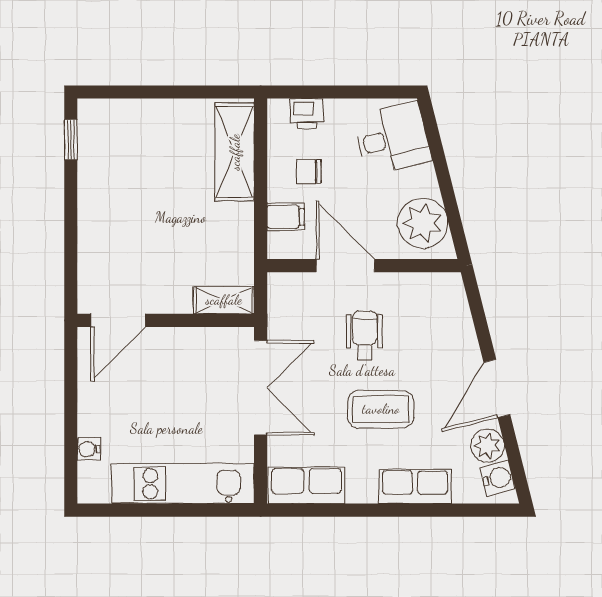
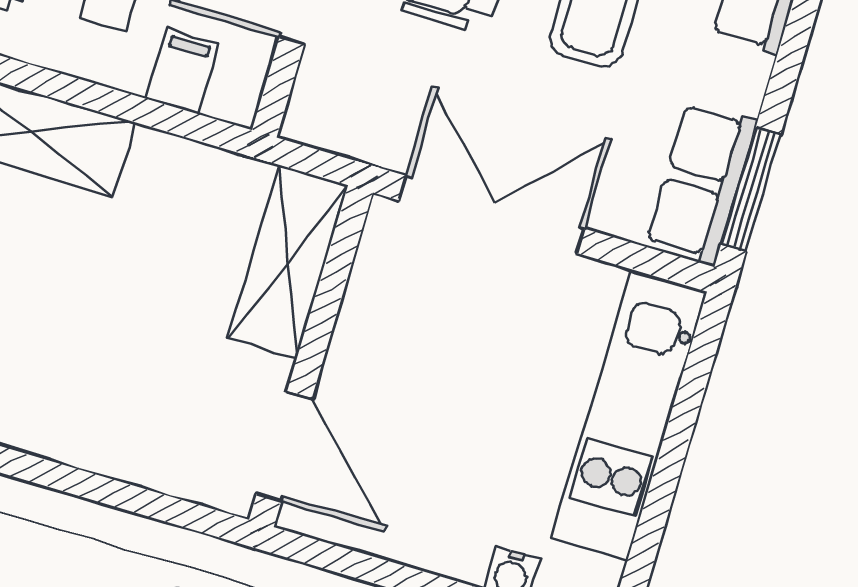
shelving: (224, 300) -> (288, 262), width x1.50, depth x1.33
window: (310, 510) -> (751, 189), added

